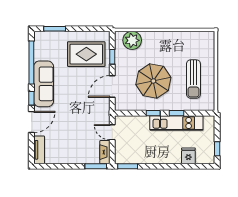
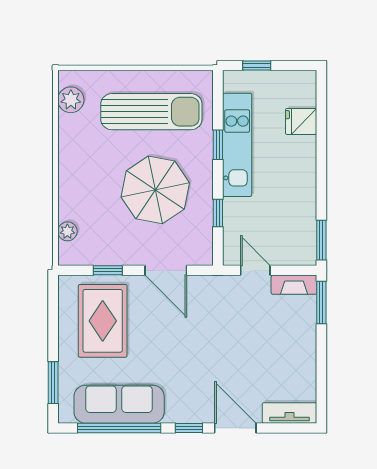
plant: (200, 38) -> (71, 100), added
plant: (132, 40) -> (67, 231), width x0.53, depth x0.53
sun lounger: (193, 79) -> (151, 112), width x1.36, depth x1.34
sofa: (44, 84) -> (119, 404), moved
window: (153, 113) -> (218, 213), moved
door: (112, 132) -> (255, 270), swing flipped
window: (217, 149) -> (257, 66), moved

